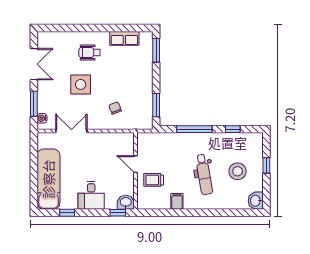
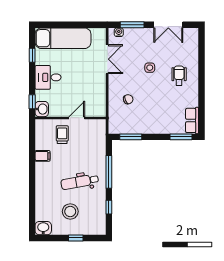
row of seats: (124, 38) -> (192, 120), moved
side table: (81, 84) -> (150, 68), width x0.54, depth x0.54
dental chair: (204, 174) -> (80, 182), moved

